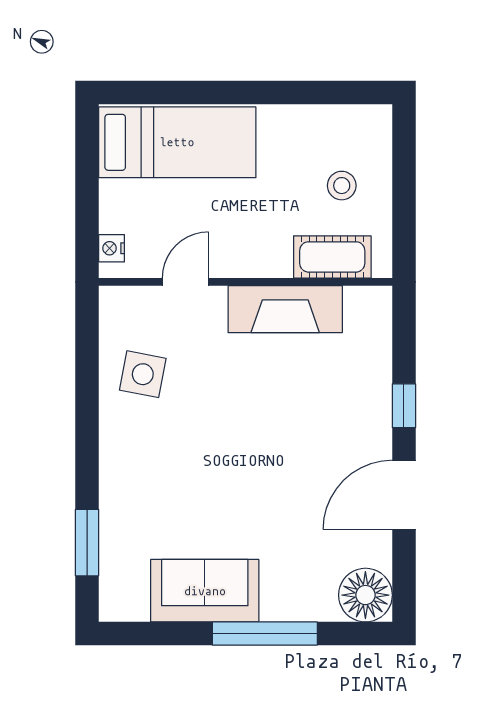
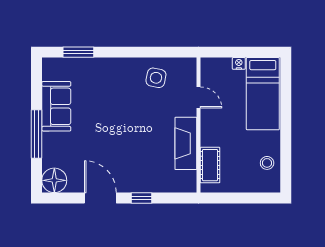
stool: (342, 186) -> (267, 163), moved
nightstand: (112, 248) -> (239, 63), moved

